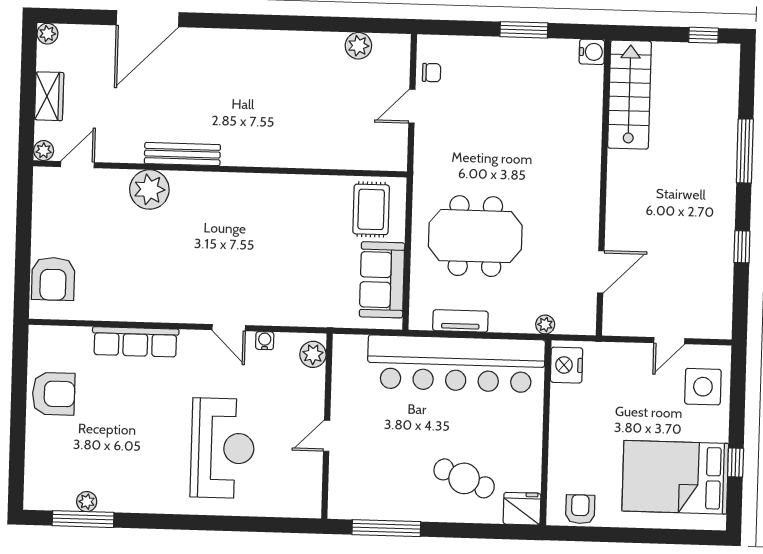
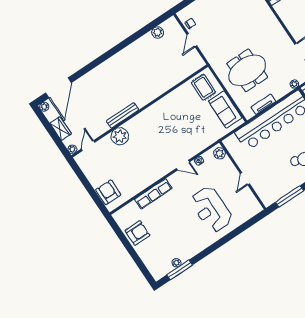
door: (148, 19) -> (58, 88), moved
armchair: (53, 279) -> (108, 192), turned 180
reception desk: (223, 448) -> (211, 209), turned 180

